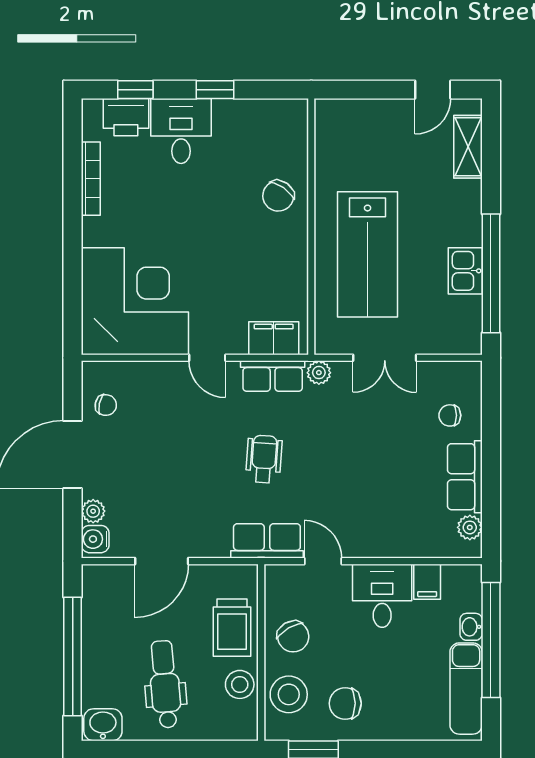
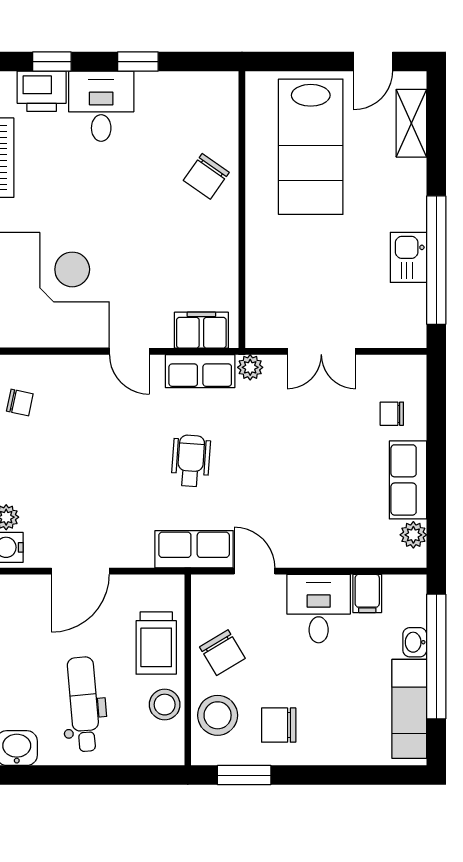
lab bench: (368, 254) -> (311, 147), moved

